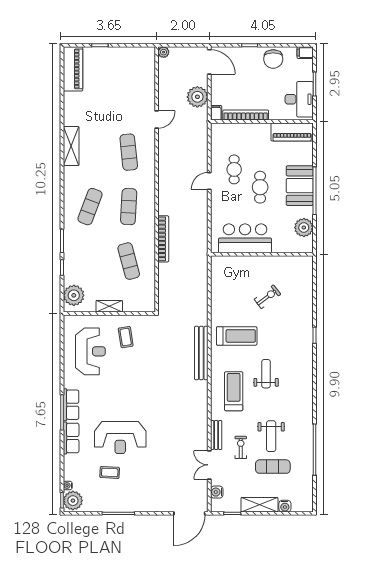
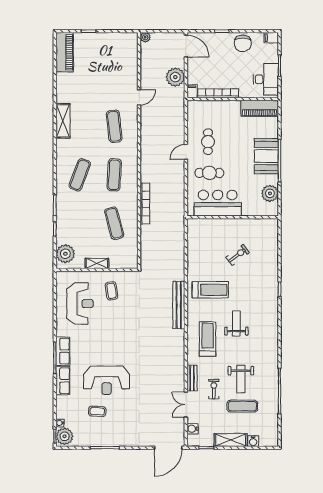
cafe table: (260, 187) -> (209, 173), moved, turned 90

